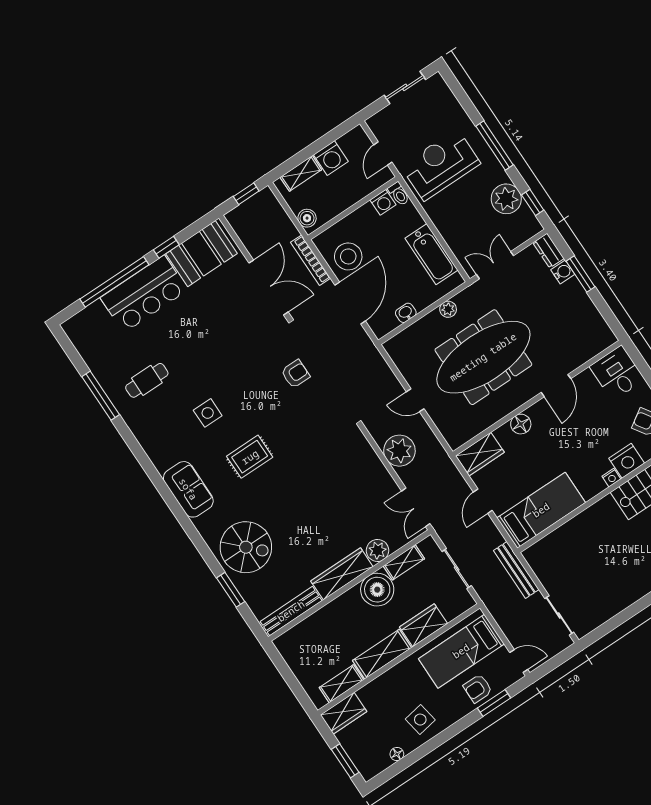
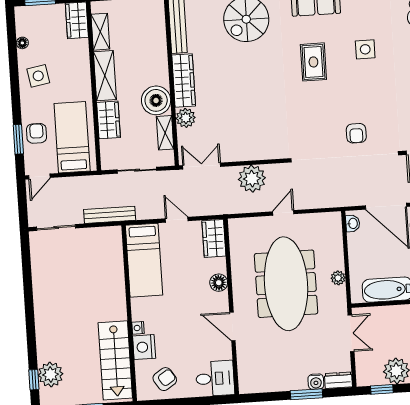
washbasin: (406, 313) -> (353, 223), moved

